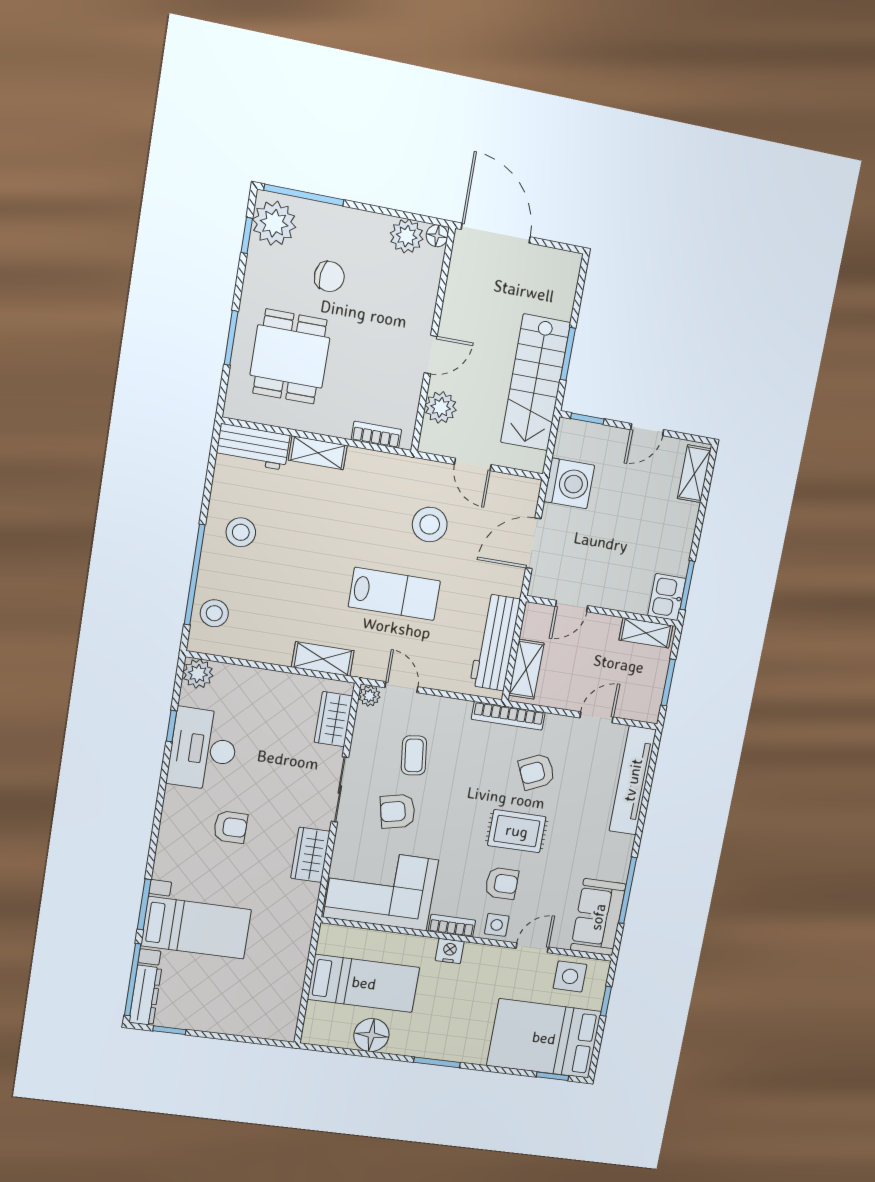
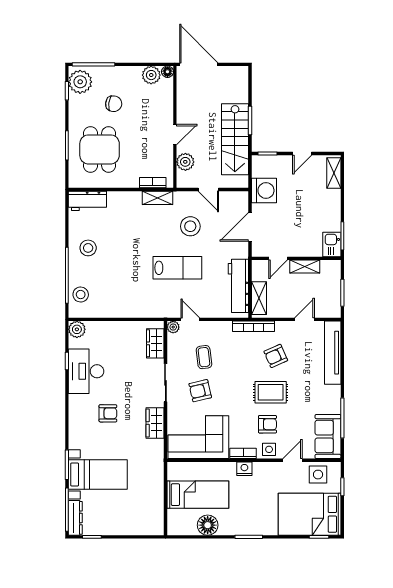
shelving: (318, 453) -> (157, 198), moved
shelving: (646, 633) -> (305, 267), moved
shelving: (323, 659) -> (144, 310), removed

